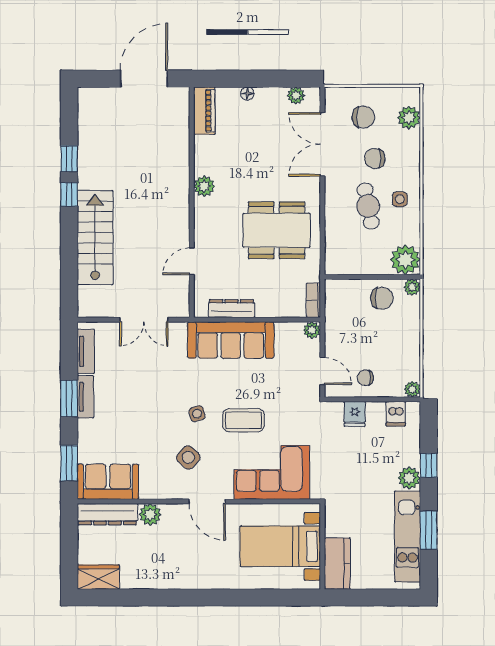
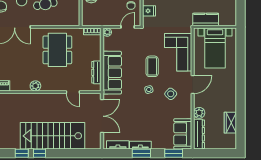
stairs: (95, 238) -> (52, 136), width x1.36, depth x1.51
double door: (144, 320) -> (102, 116), width x1.37
kitchen counter: (337, 564) -> (206, 20), moved
wardrobe: (98, 577) -> (230, 123), moved

